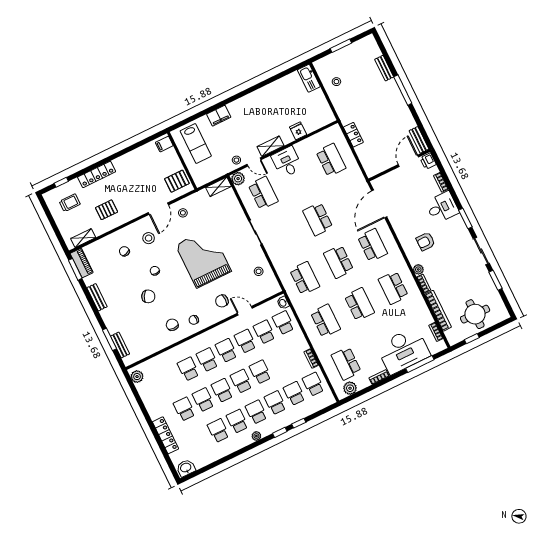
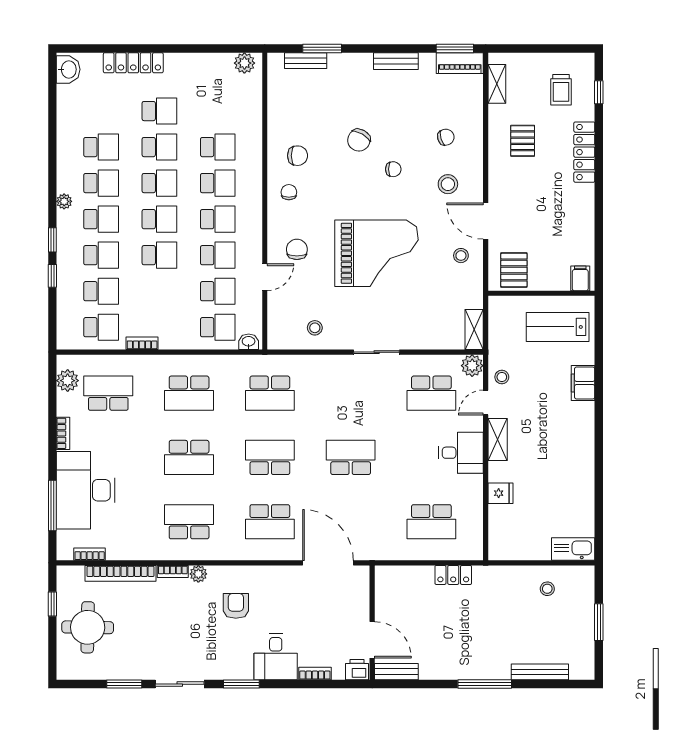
bench: (384, 68) -> (540, 672), width x1.36

